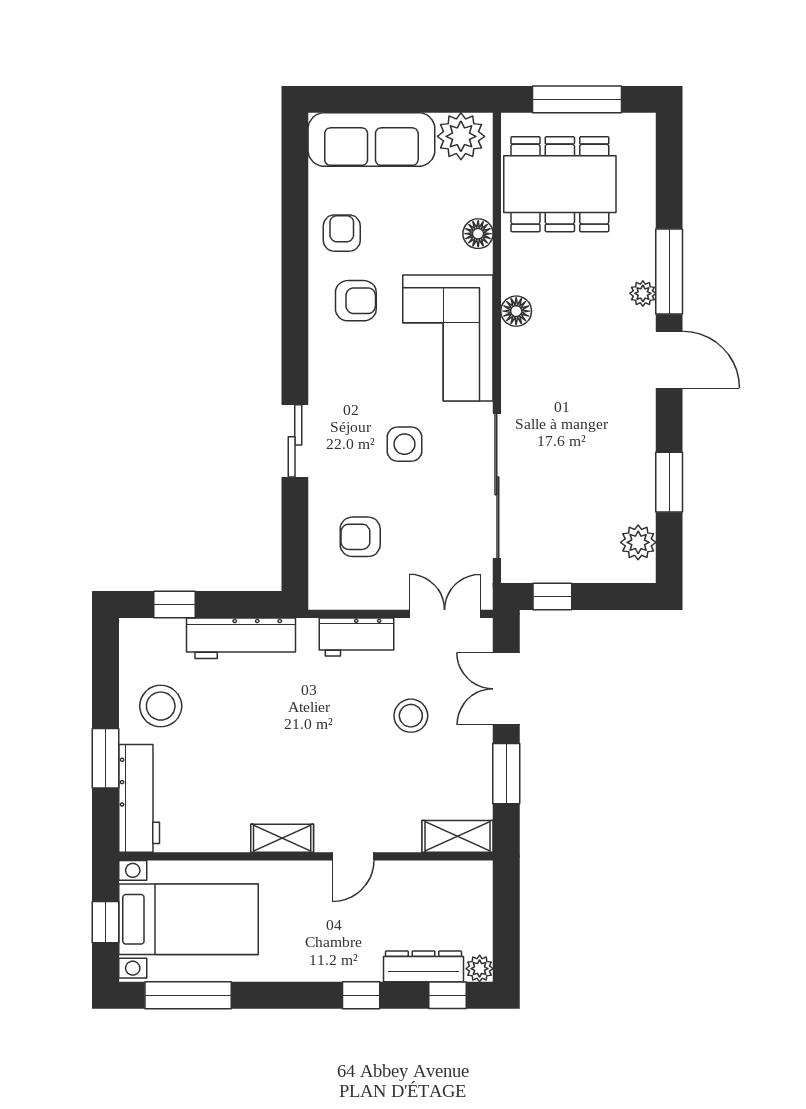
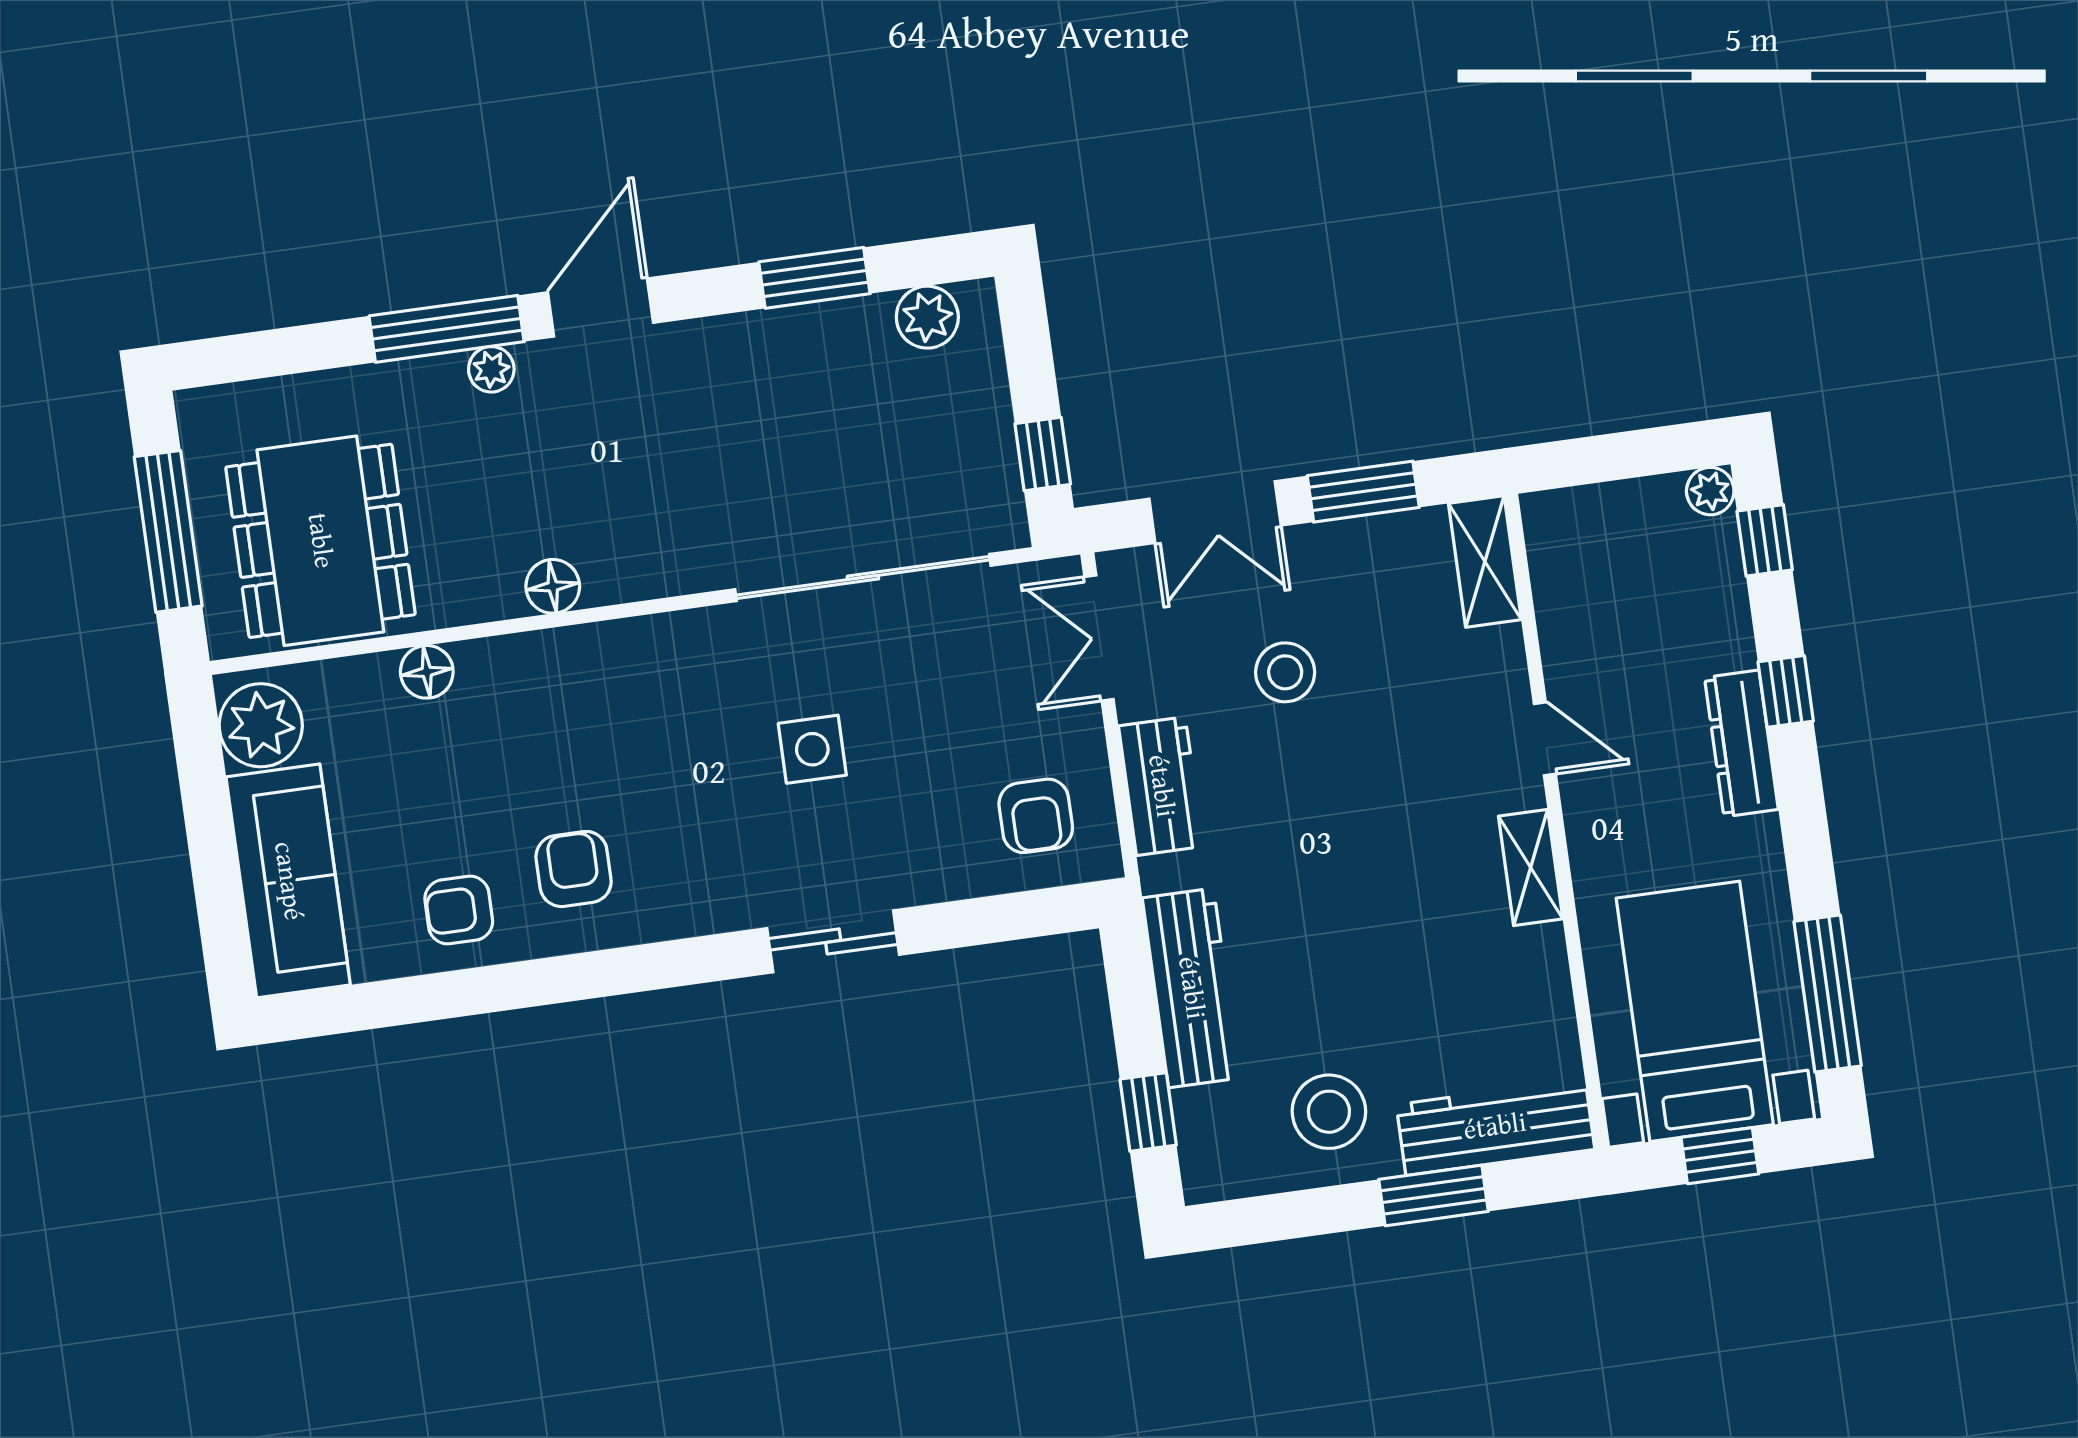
corner sofa: (448, 338) -> (616, 699), removed
armchair: (360, 537) -> (1036, 816), moved
dresser: (423, 966) -> (1741, 743), moved

